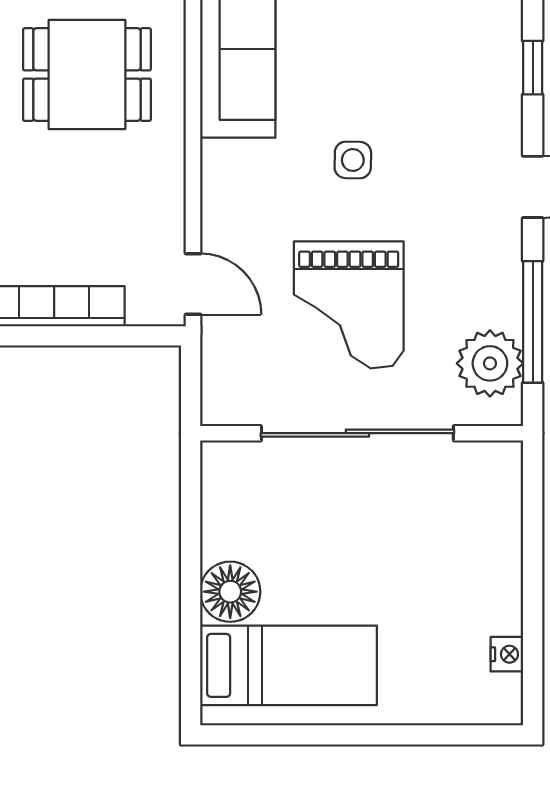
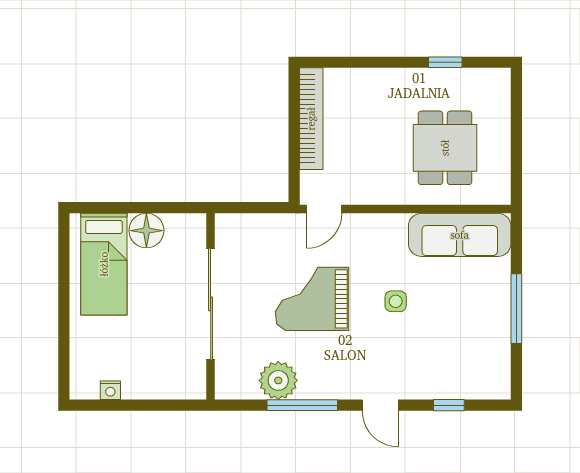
sliding door: (357, 433) -> (211, 304), moved
wall: (362, 433) -> (211, 306), moved

